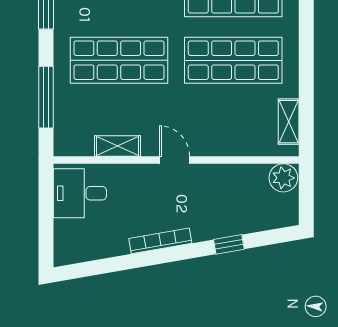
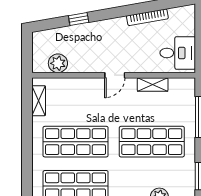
door: (175, 160) -> (115, 75), hinge flipped
plant: (283, 178) -> (58, 63), moved
bookcase: (160, 241) -> (147, 17), moved

